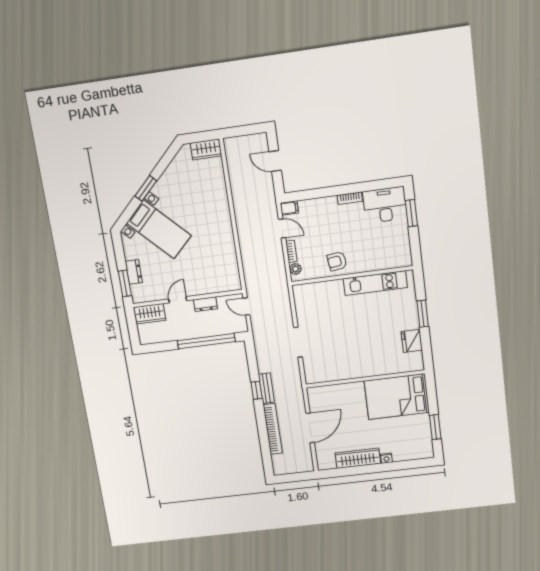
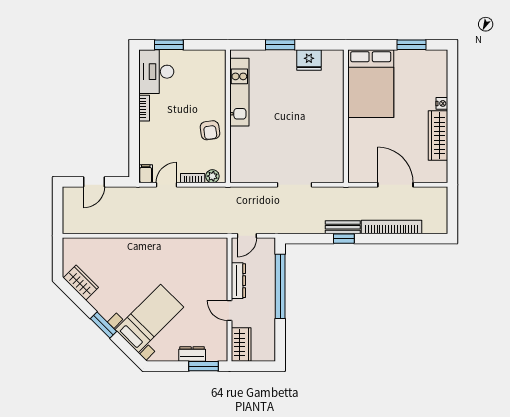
wardrobe: (206, 149) -> (81, 283), moved, turned -45
dresser: (205, 304) -> (238, 281), width x1.44

